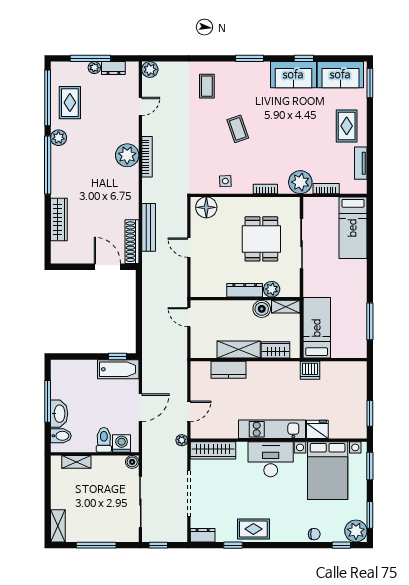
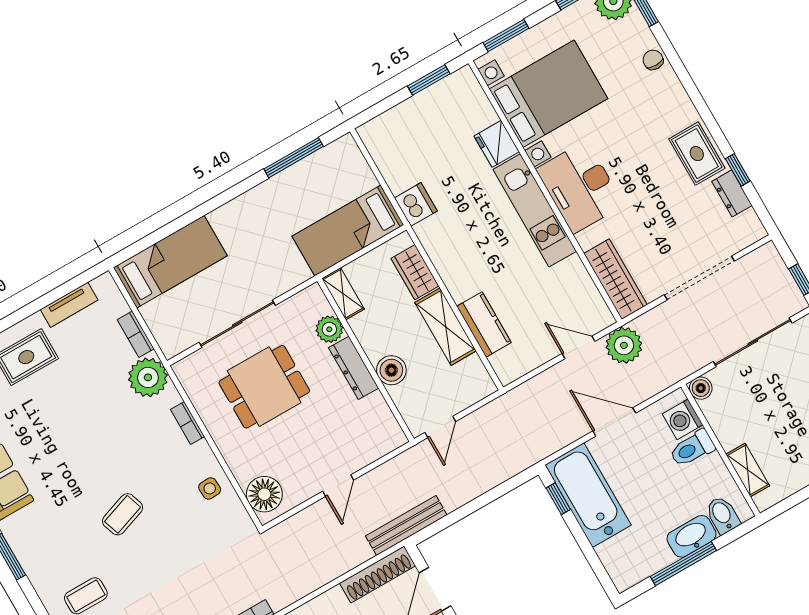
bench: (149, 227) -> (406, 525), moved
boiler: (262, 309) -> (391, 370), moved
bathtub: (118, 369) -> (588, 495), width x1.36, depth x1.36
plant: (182, 440) -> (624, 345), width x1.88, depth x1.88
dresser: (203, 535) -> (732, 193), moved

